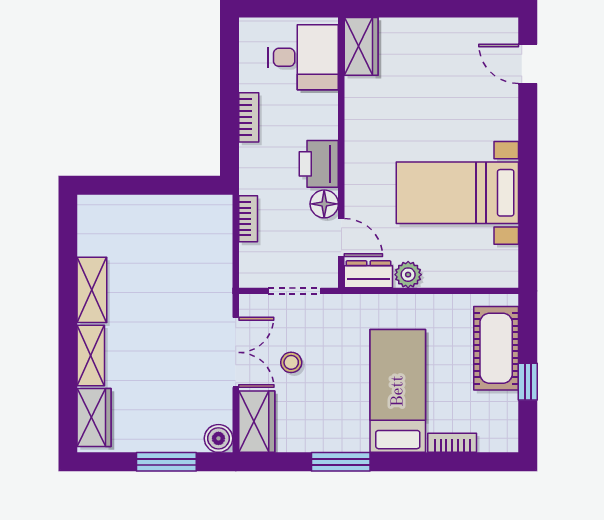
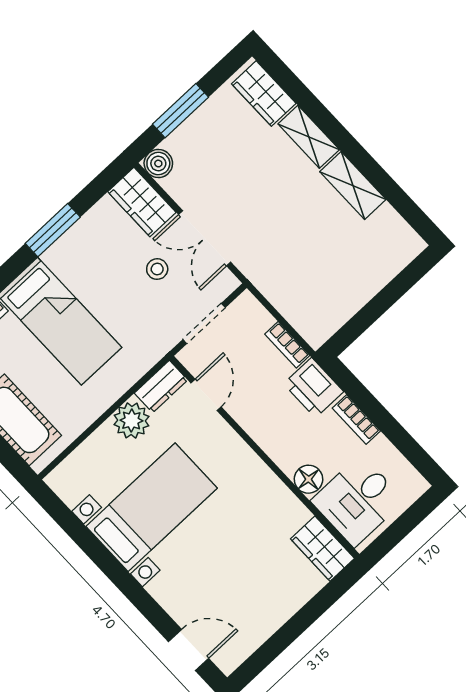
printer: (319, 164) -> (314, 388), moved, turned 180
floor lamp: (324, 204) -> (308, 479), moved
door: (341, 238) -> (206, 395), swing flipped
plant: (408, 275) -> (131, 421), width x1.38, depth x1.38

